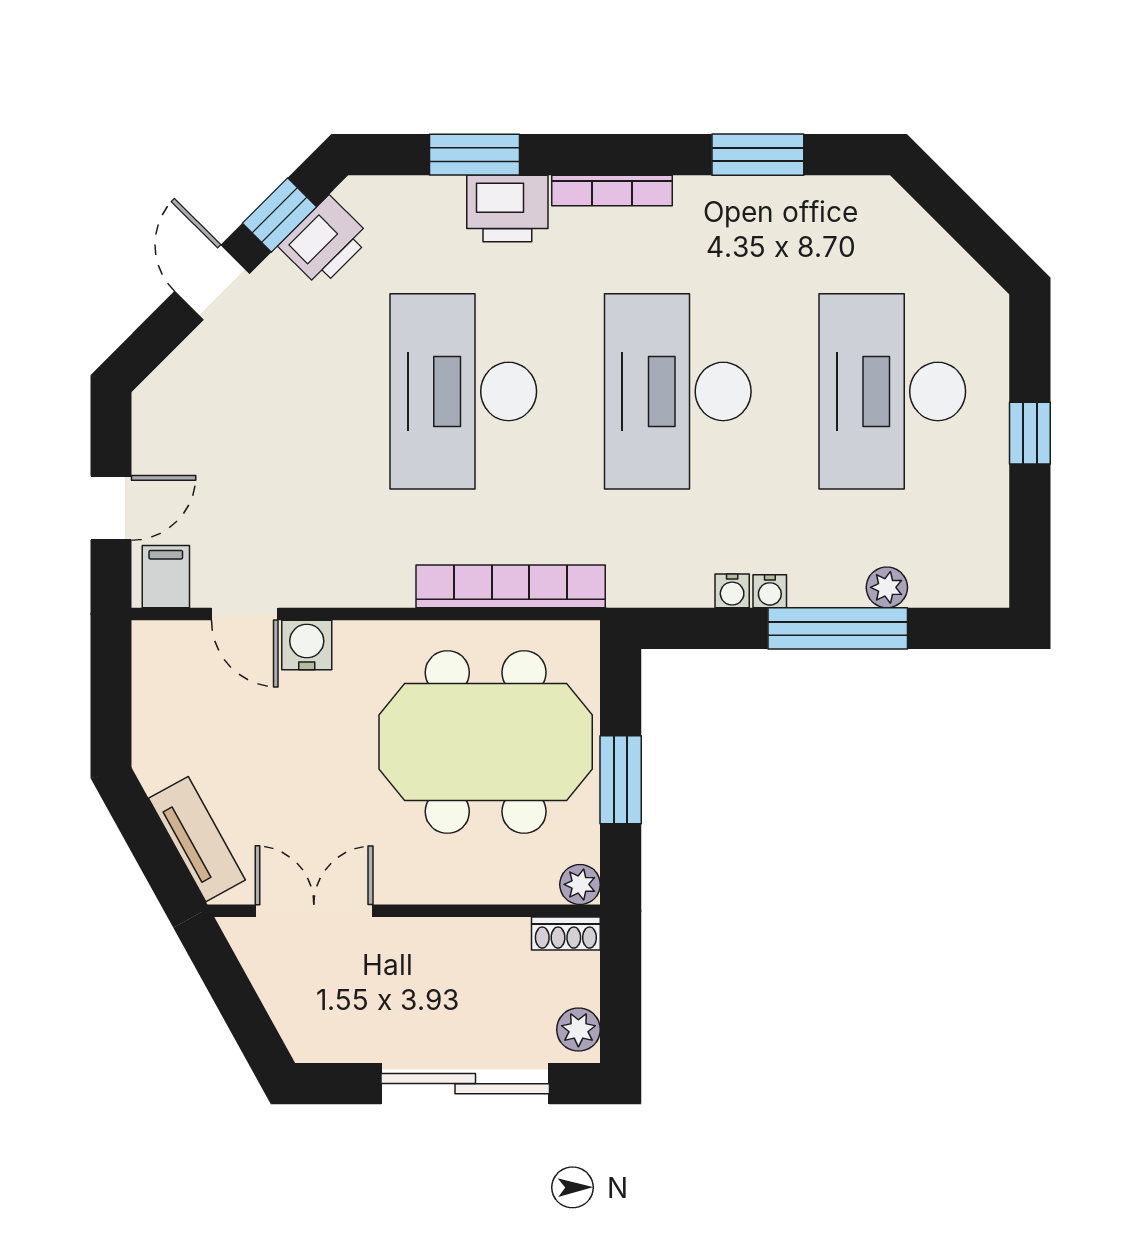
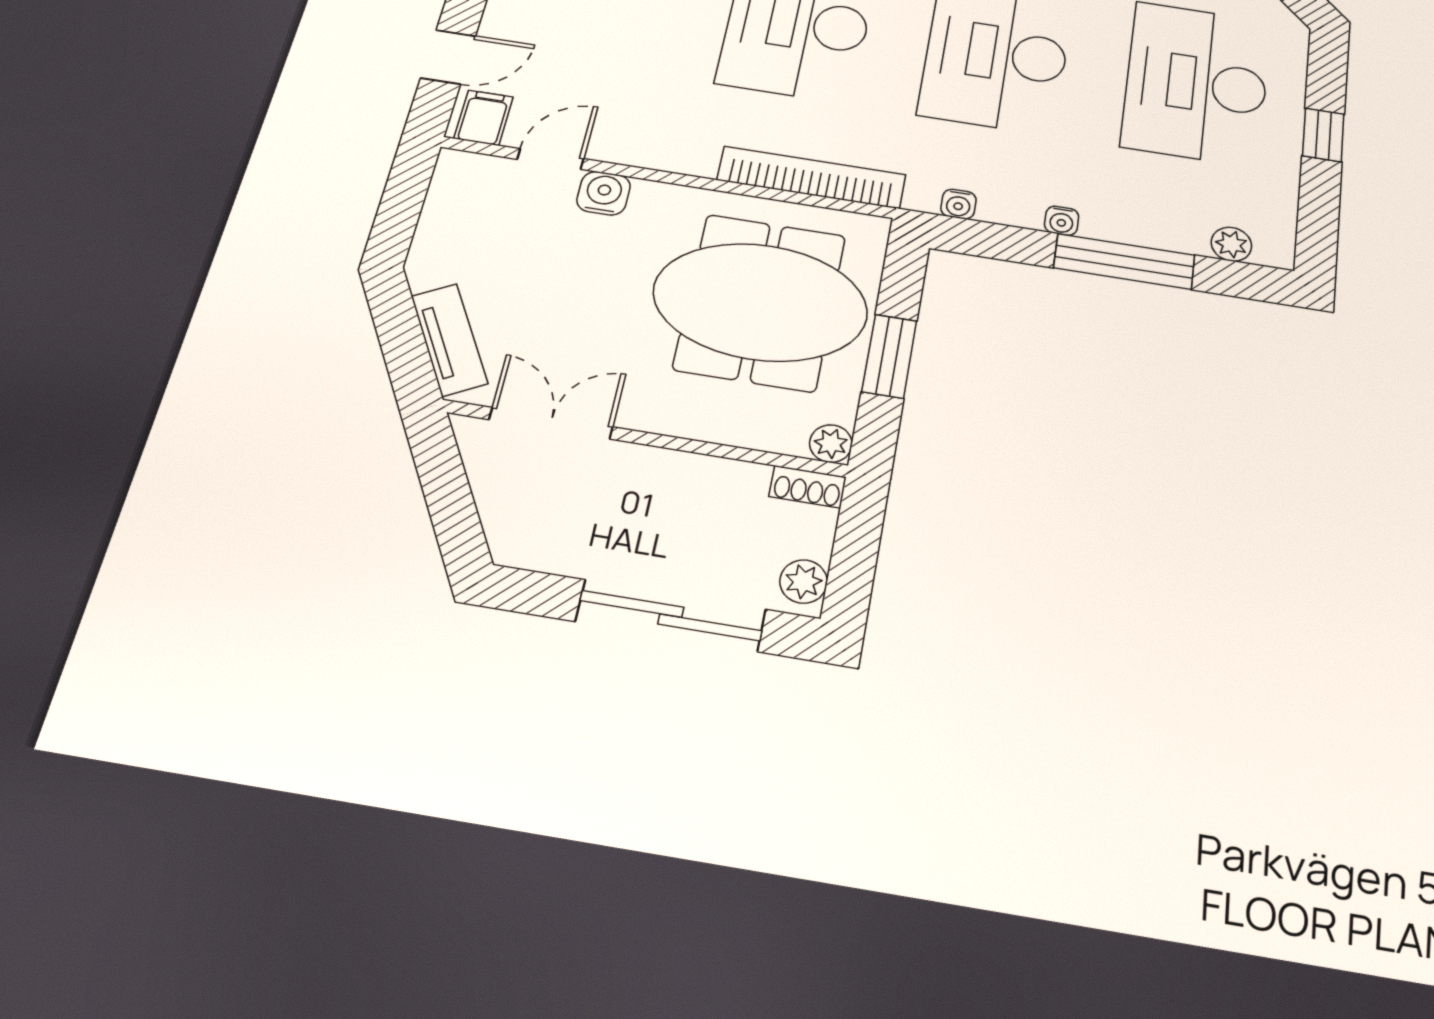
plant: (887, 587) -> (1231, 244), moved
water cooler: (732, 591) -> (958, 204), moved
door: (245, 614) -> (550, 159), swing flipped

